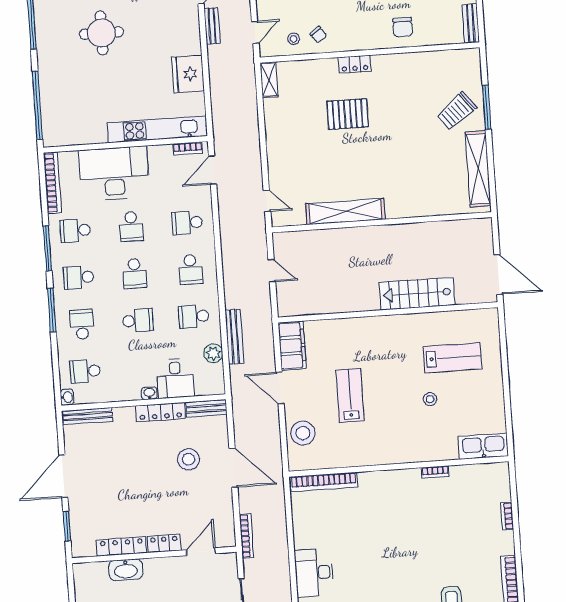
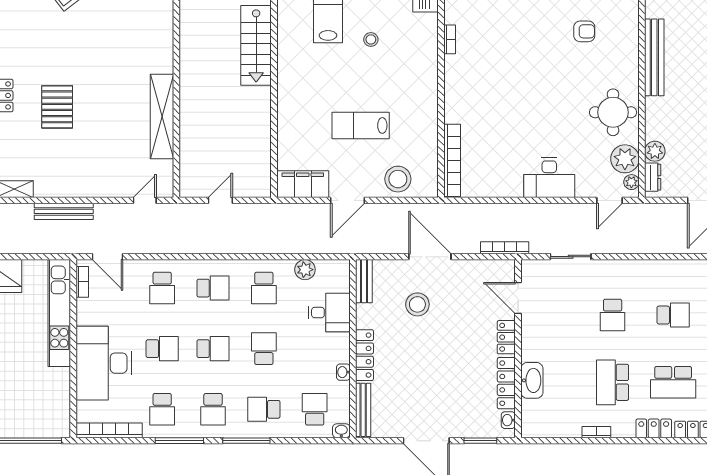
bench: (234, 337) -> (64, 211), moved
school desk: (85, 371) -> (315, 409), turned 180
washbasin: (149, 393) -> (343, 372), moved
locker: (161, 412) -> (364, 355), moved
door: (233, 468) -> (430, 257), hinge flipped
washbasin: (88, 551) -> (508, 420), added

